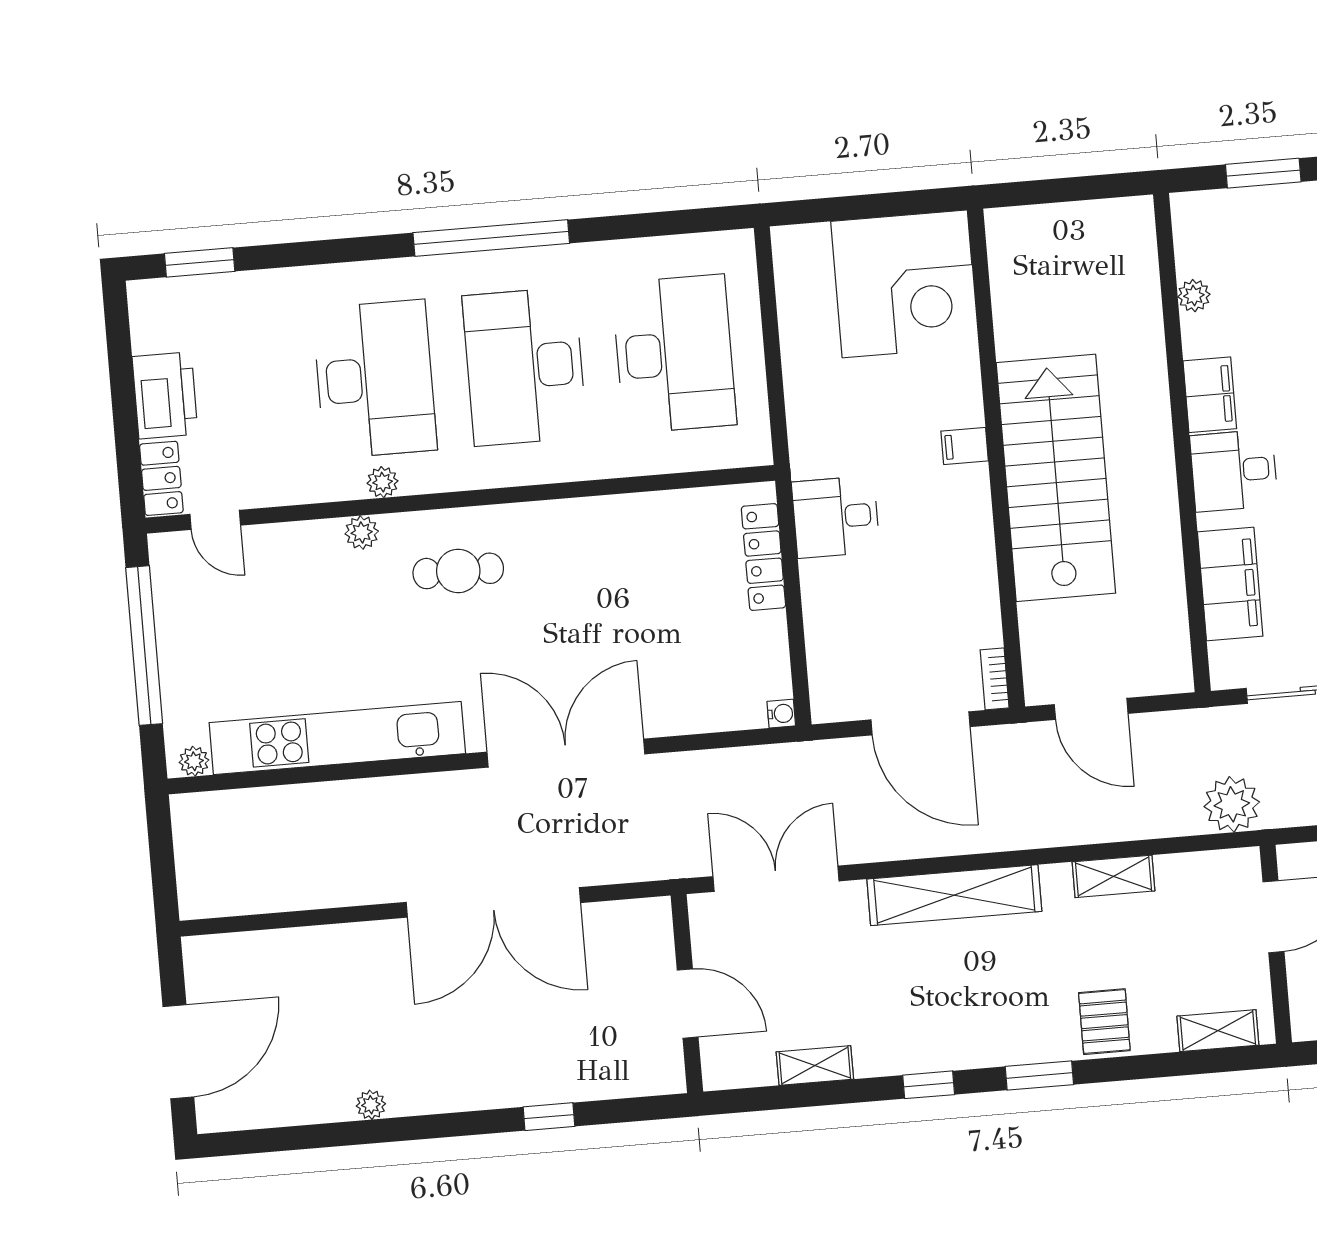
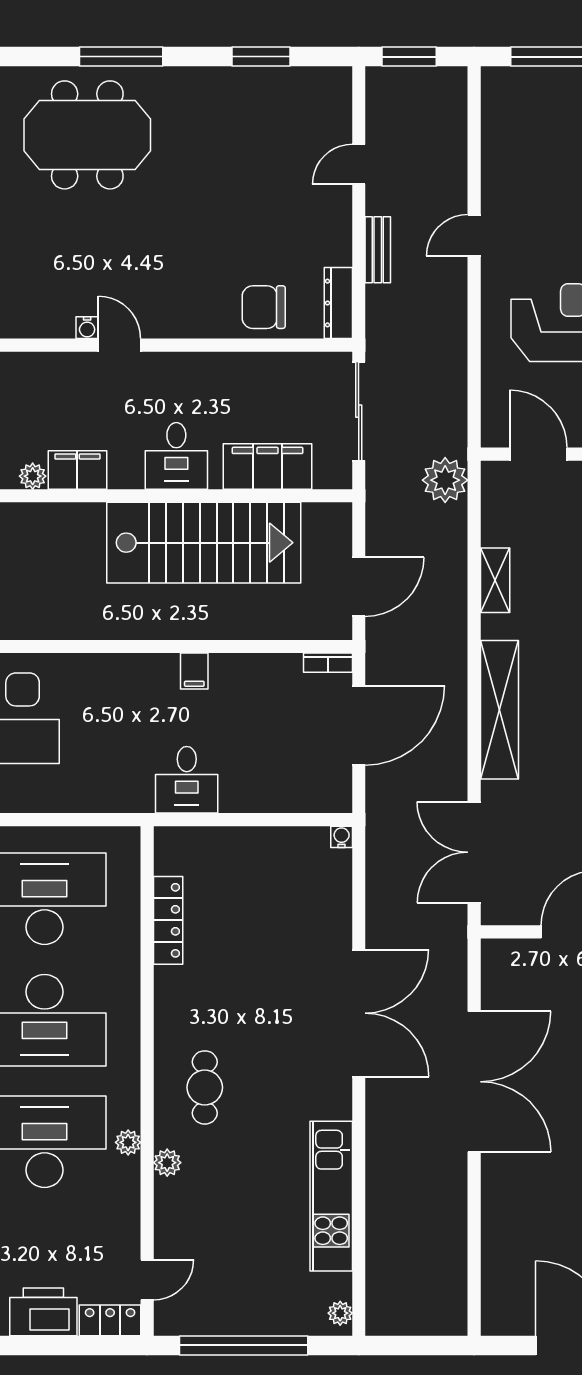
filing cabinet: (1210, 395) -> (77, 470), moved
filing cabinet: (965, 446) -> (194, 671), moved
stairs: (1056, 478) -> (204, 543), moved, turned 180
locker: (763, 557) -> (168, 920), moved, turned -90
kitchen unit: (337, 738) -> (331, 1196), width x0.73
double door: (566, 753) -> (359, 1013), swing flipped

